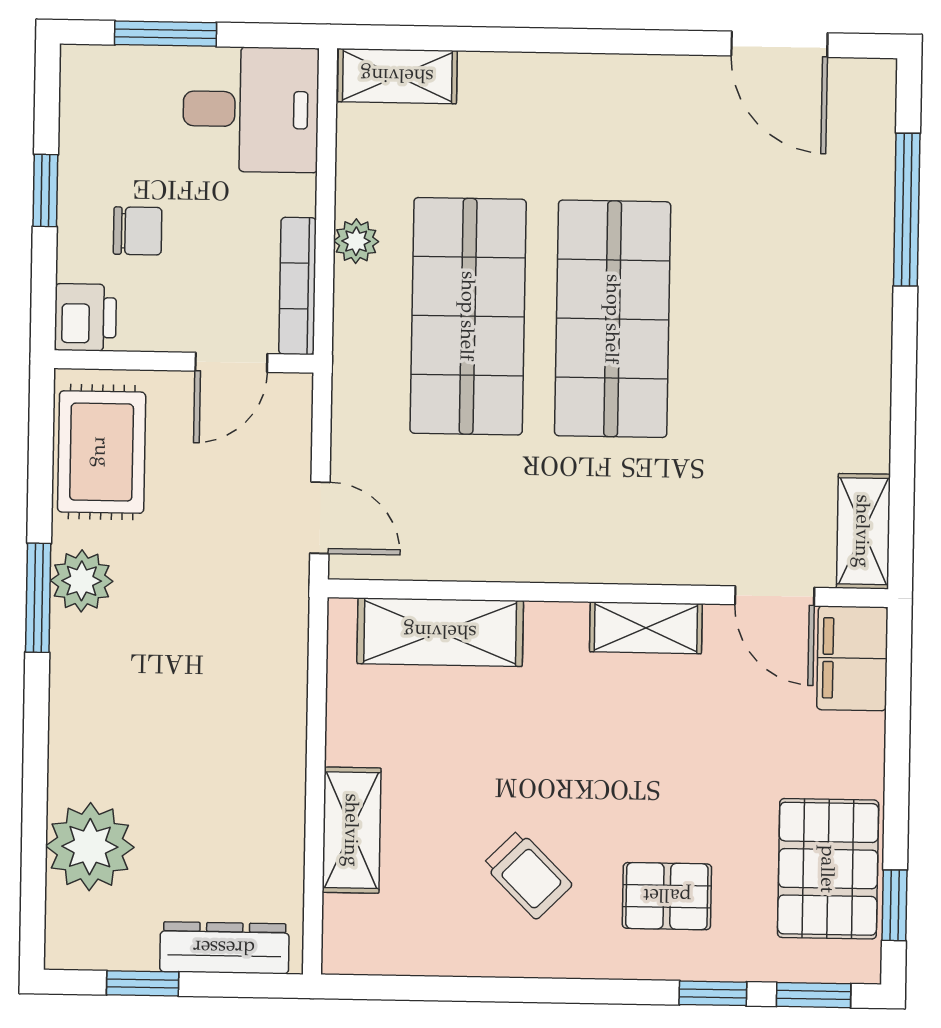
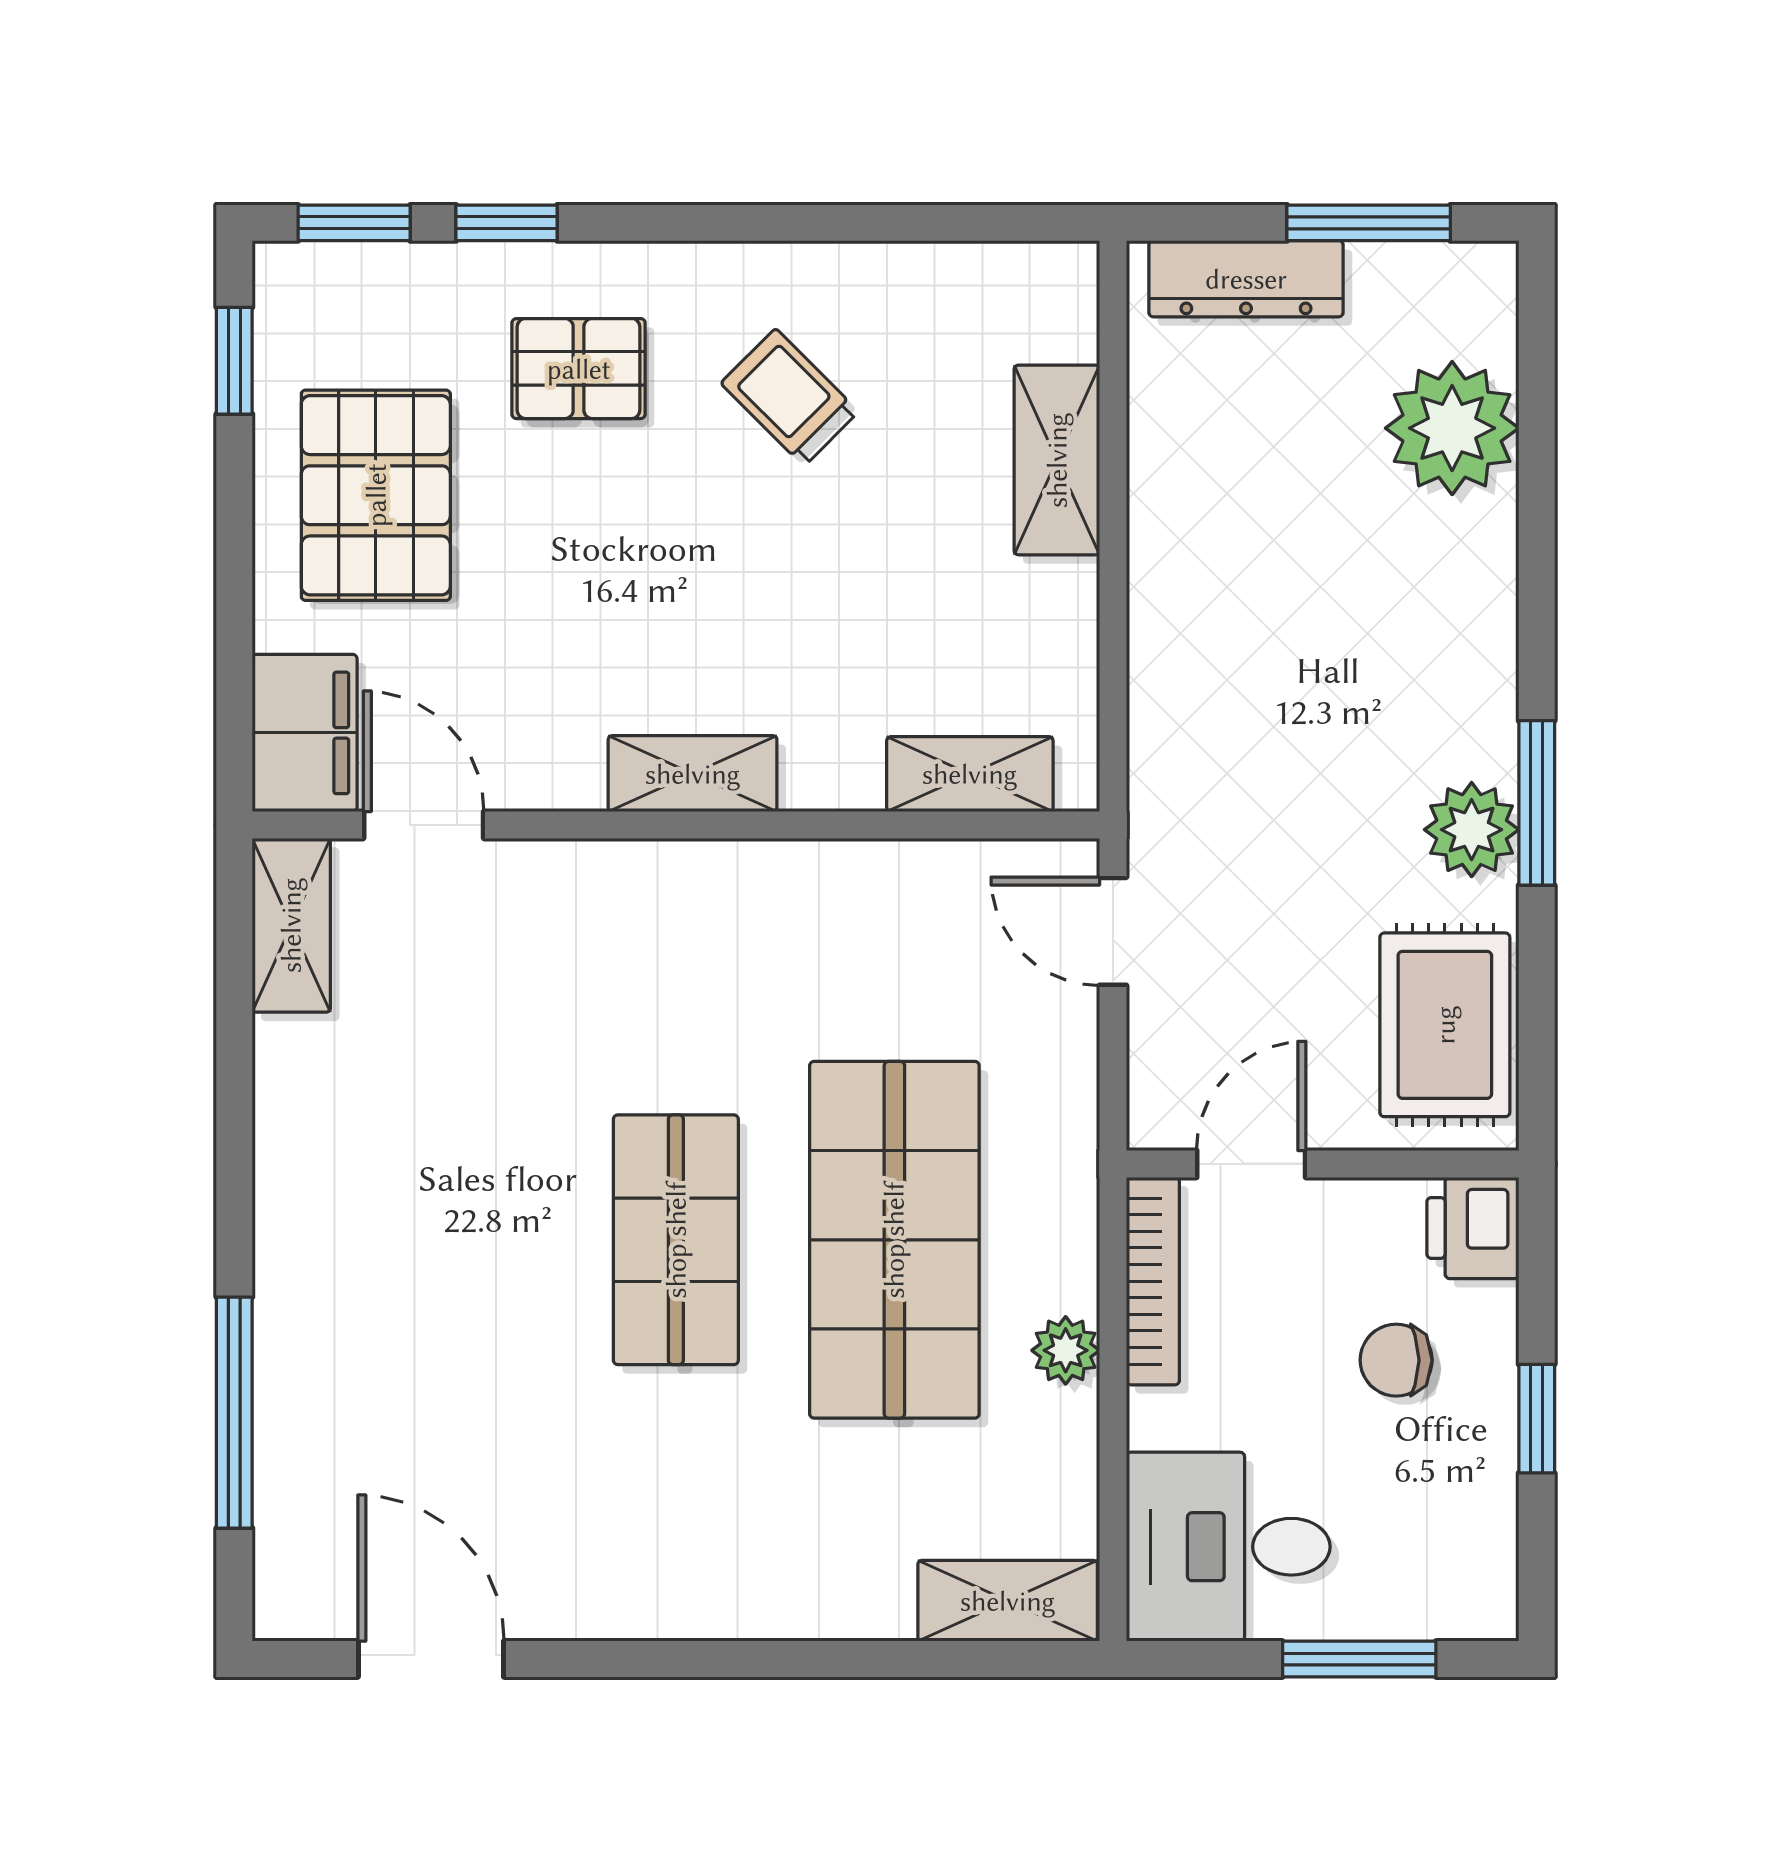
shop shelf: (613, 319) -> (676, 1240), width x0.70, depth x0.74
shelving: (646, 628) -> (693, 774), moved
shelving: (440, 632) -> (970, 774), width x0.67, depth x0.75
pallet: (828, 869) -> (376, 495), moved
window: (143, 983) -> (1369, 223), width x1.50

